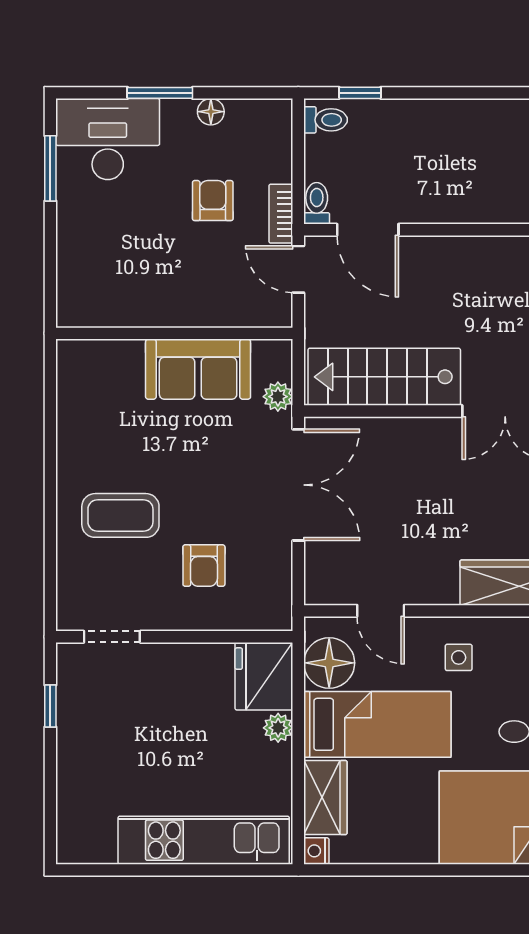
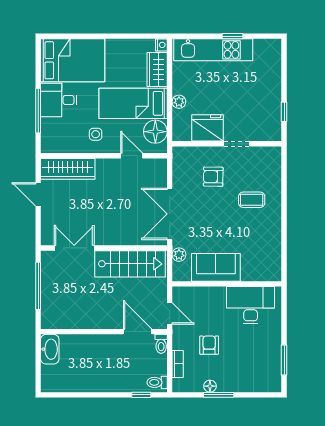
window: (160, 93) -> (219, 395), moved
desk: (108, 139) -> (251, 305), moved, turned 180
armchair: (213, 201) -> (209, 345), turned 180
bookcase: (281, 214) -> (178, 364), moved
coffee table: (120, 515) -> (252, 200), width x0.73, depth x0.77
armchair: (204, 566) -> (213, 177), turned -89
doorway: (112, 637) -> (237, 144), moved
fridge: (264, 676) -> (208, 128), moved, turned -90
window: (162, 870) -> (233, 36), added

